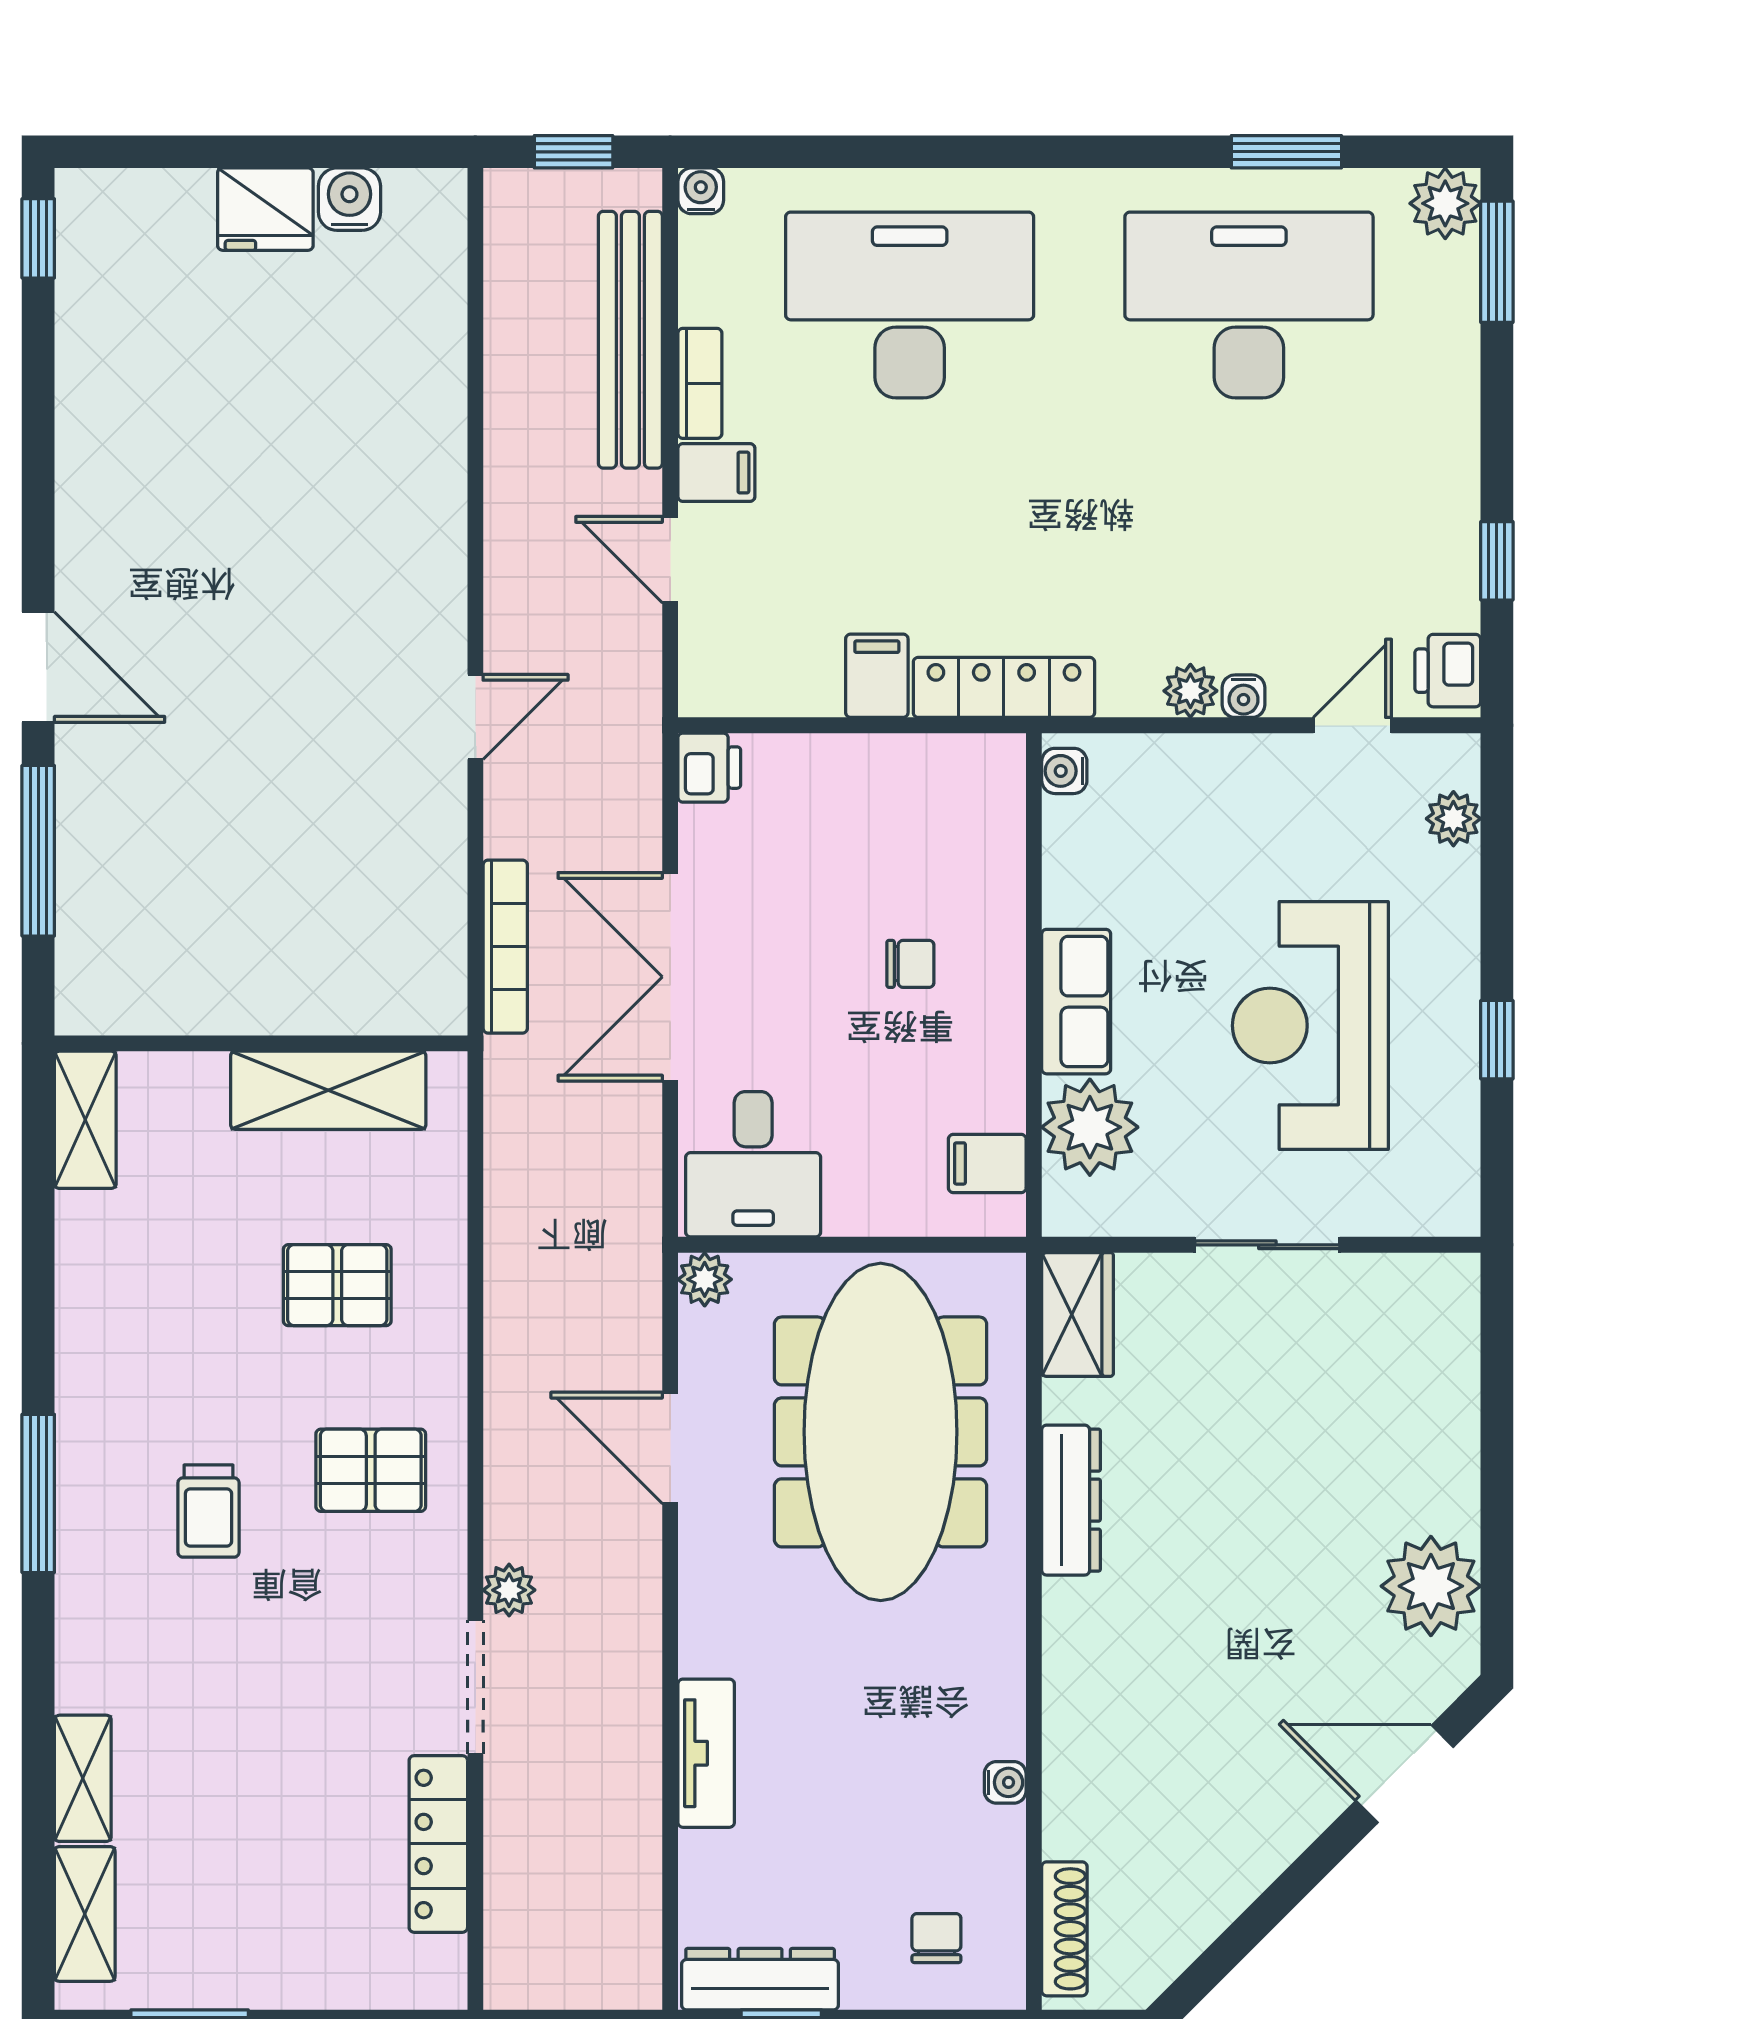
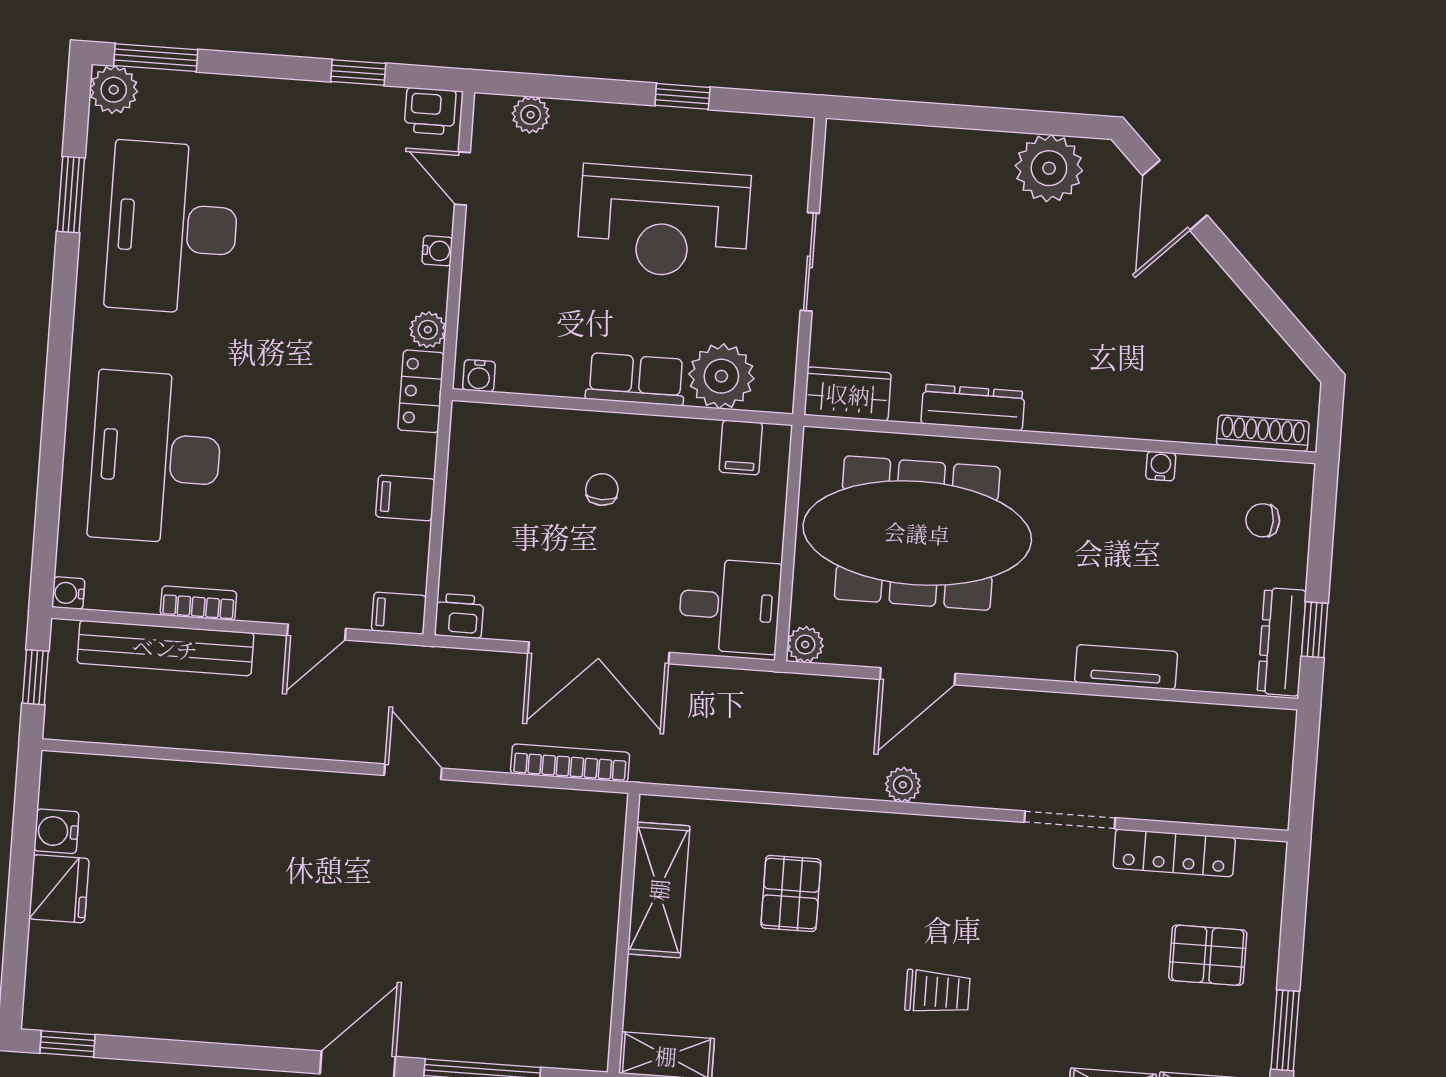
filing cabinet: (716, 472) -> (399, 613), moved, turned -90
locker: (1004, 687) -> (421, 391), width x0.66
plant: (1190, 691) -> (428, 330), moved
pallet: (371, 1470) -> (1208, 955), moved, turned 90
plant: (509, 1590) -> (903, 785), moved

